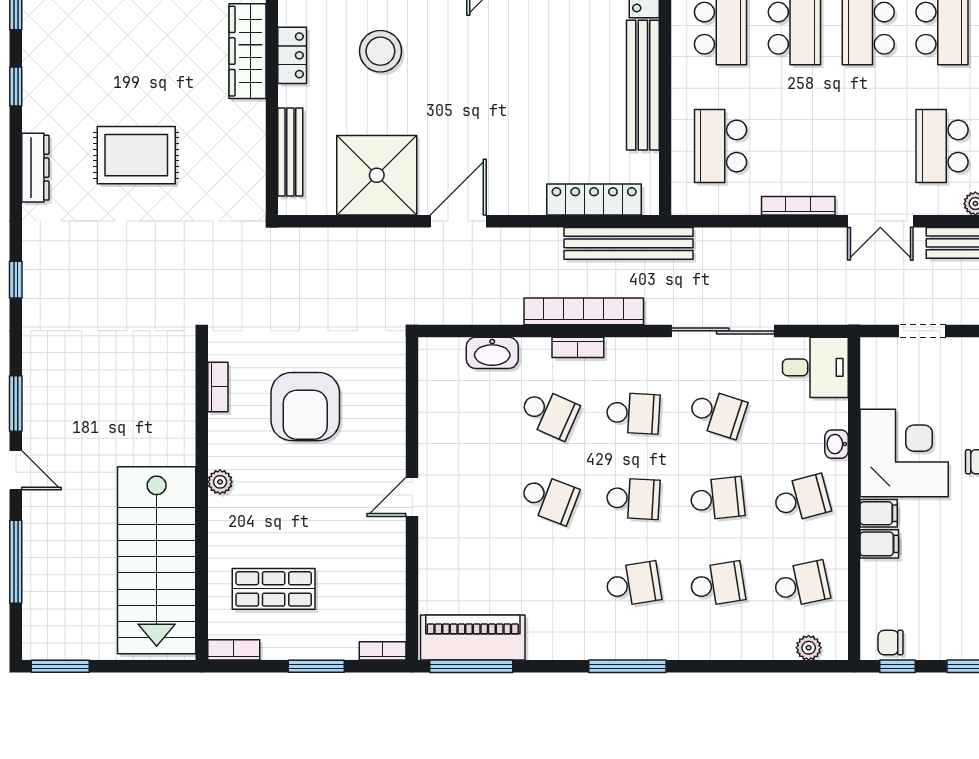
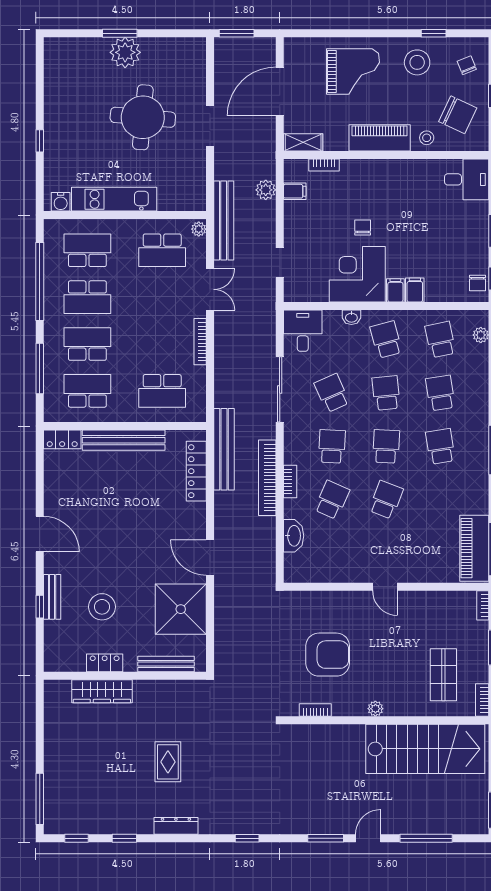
rug: (136, 155) -> (168, 762), width x0.73, depth x0.70
school desk: (717, 413) -> (332, 393), turned -42

